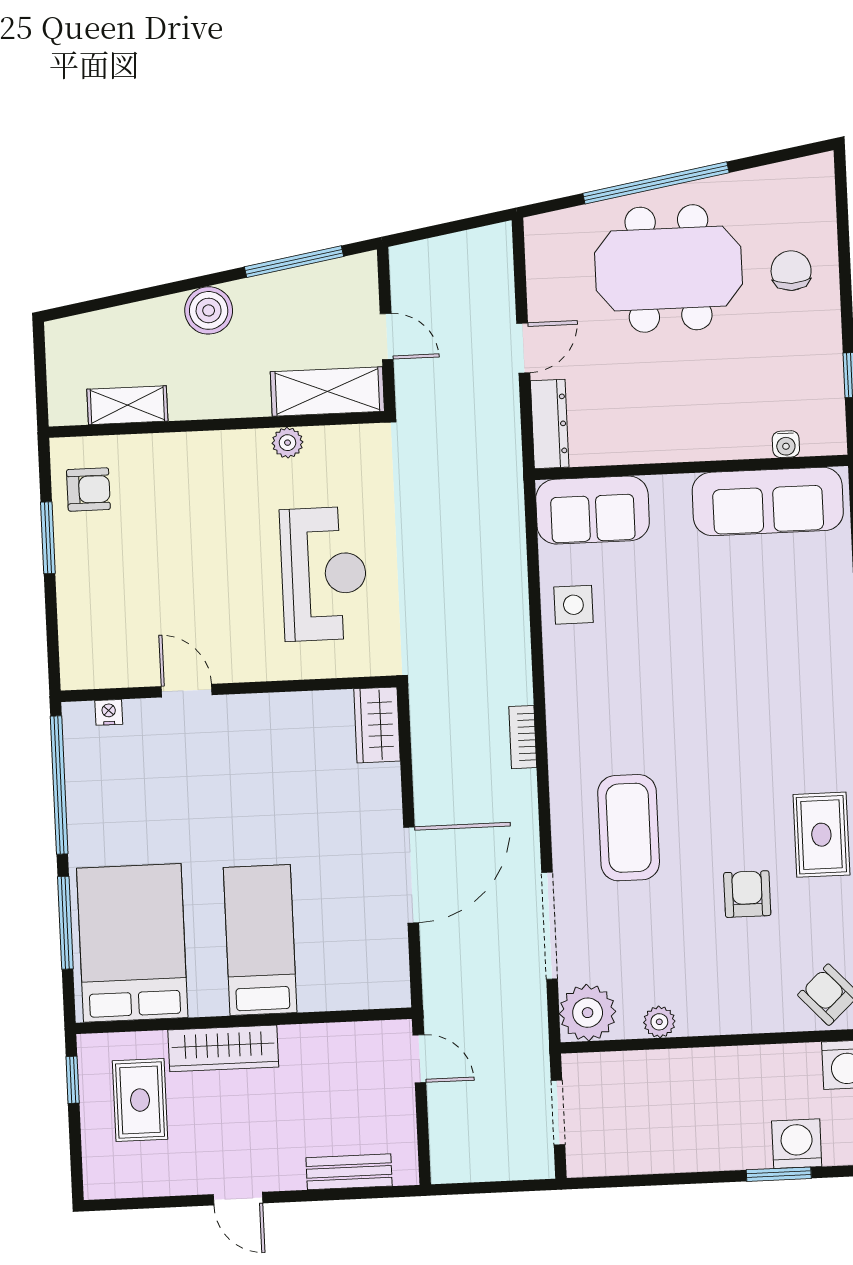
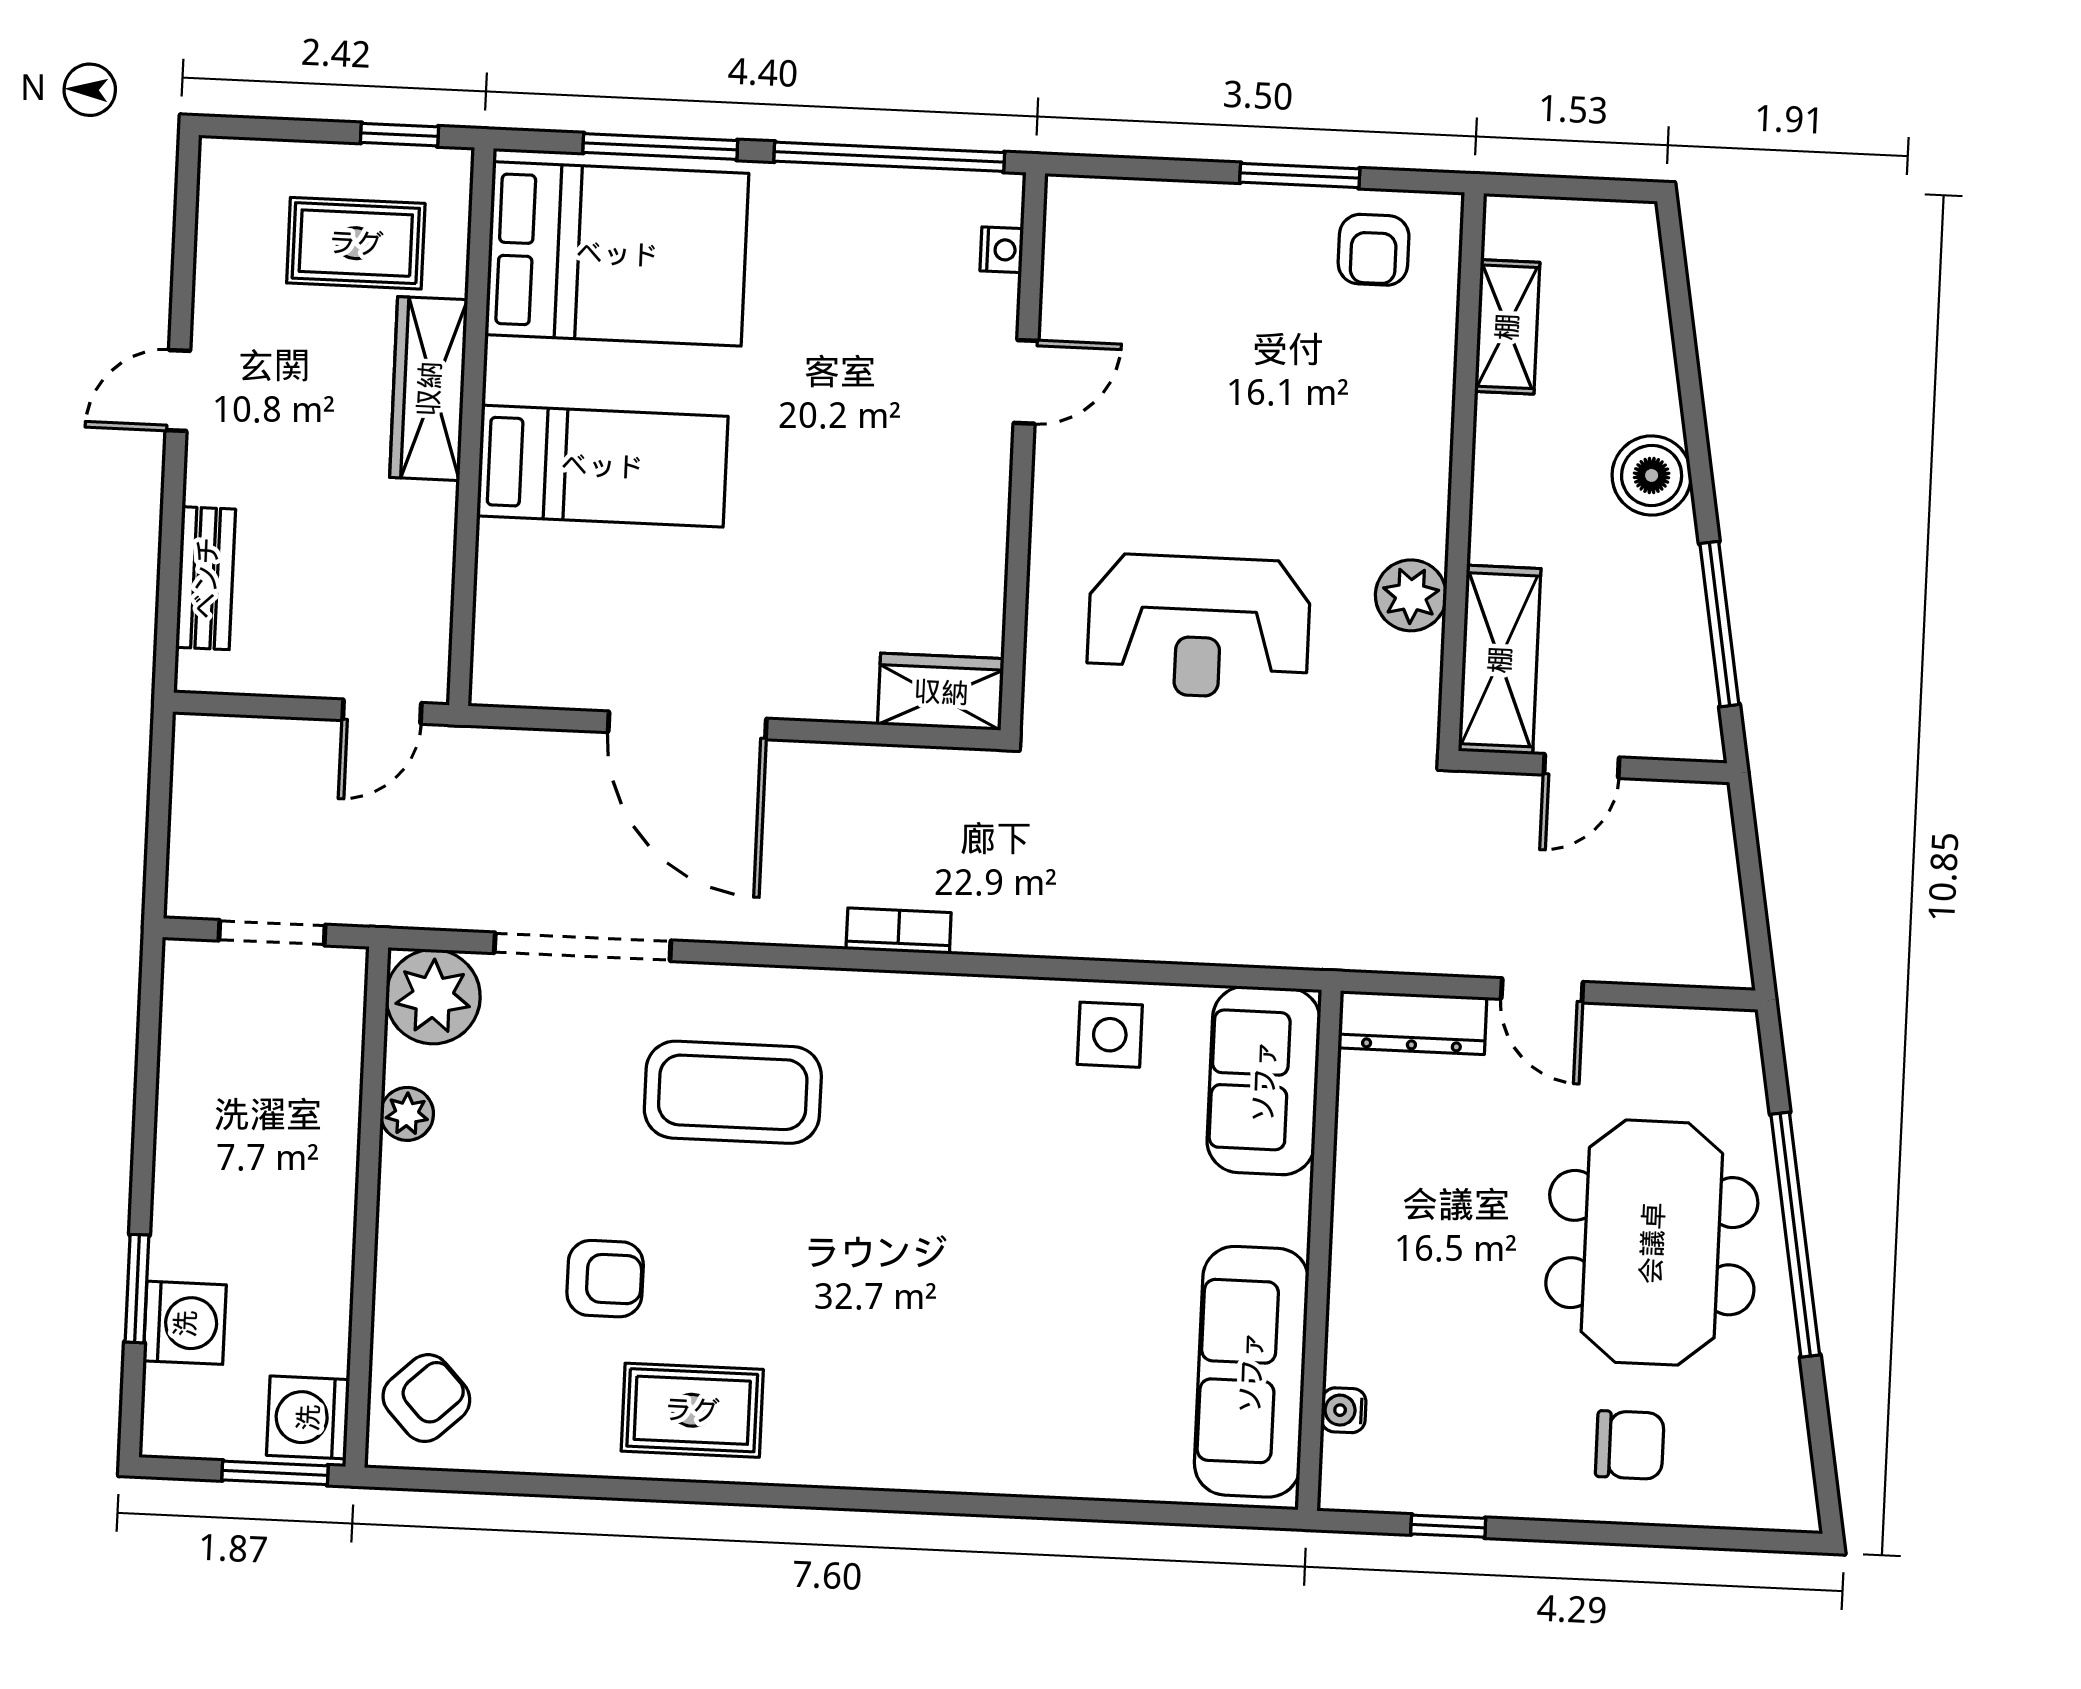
plant: (288, 443) -> (1411, 595), width x1.38, depth x1.38

